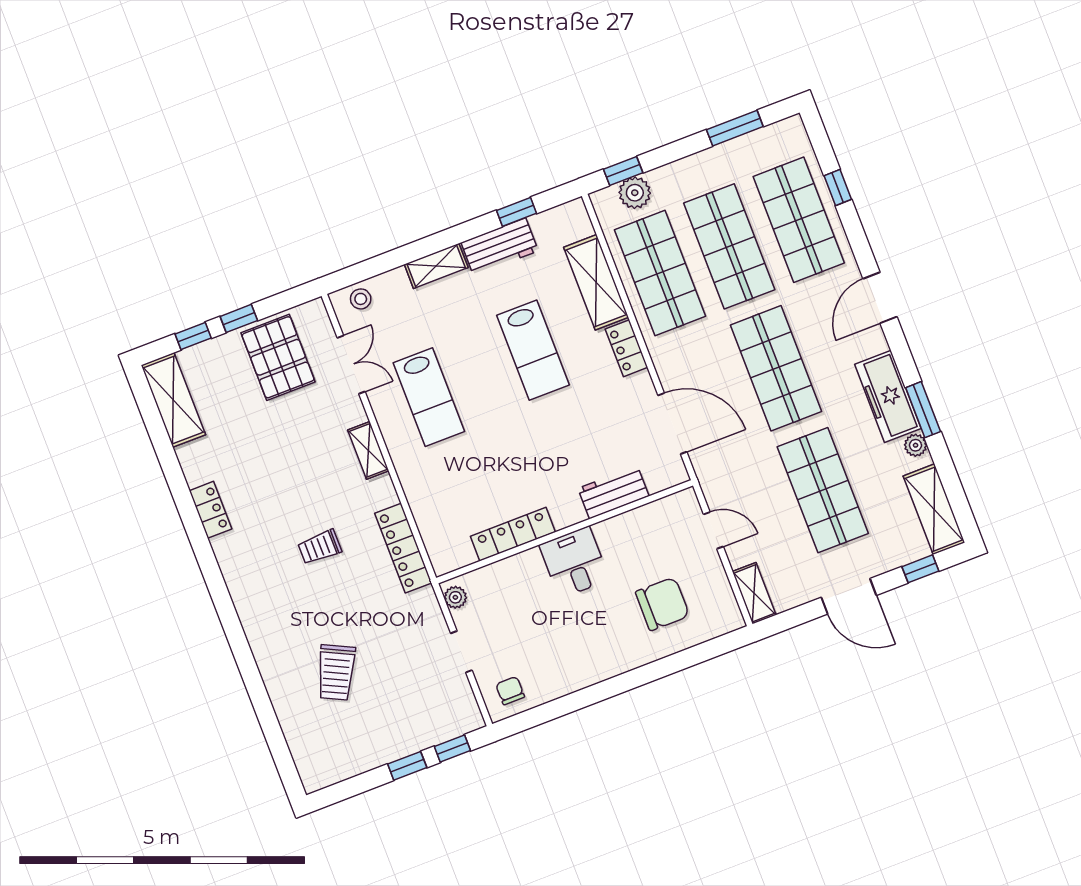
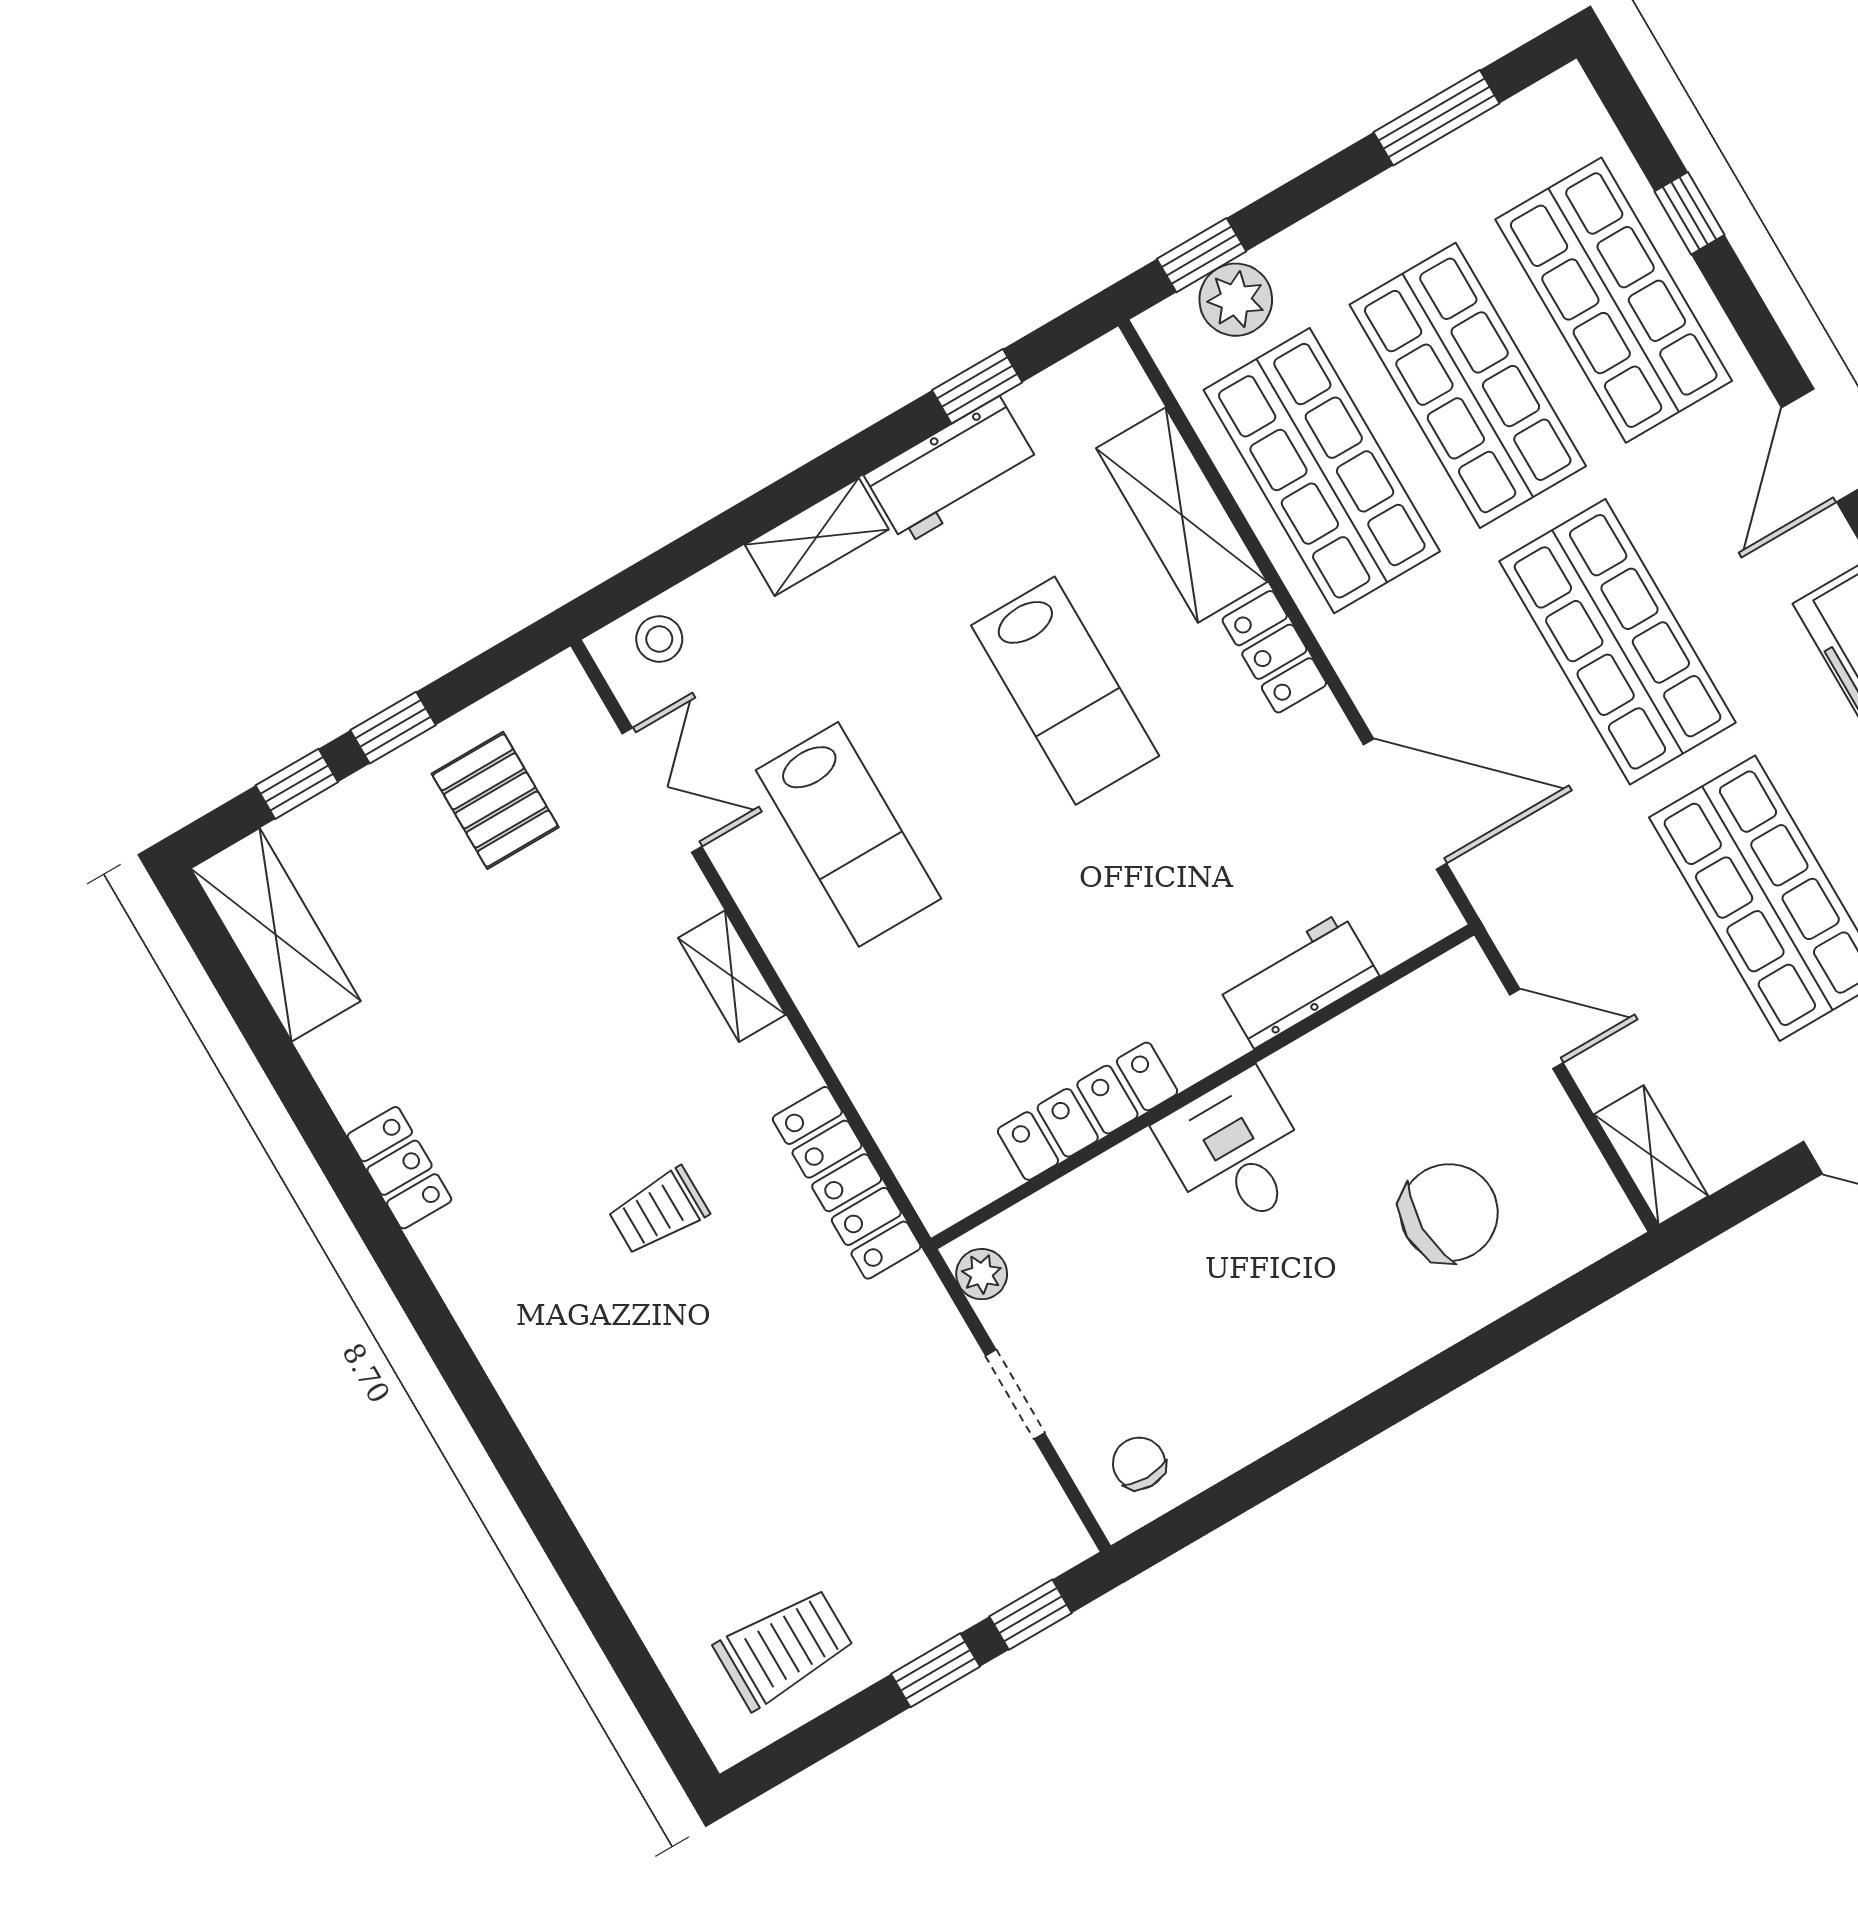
pallet: (278, 357) -> (495, 800), width x0.67, depth x0.71
trolley: (336, 672) -> (784, 1648), moved, turned -116

